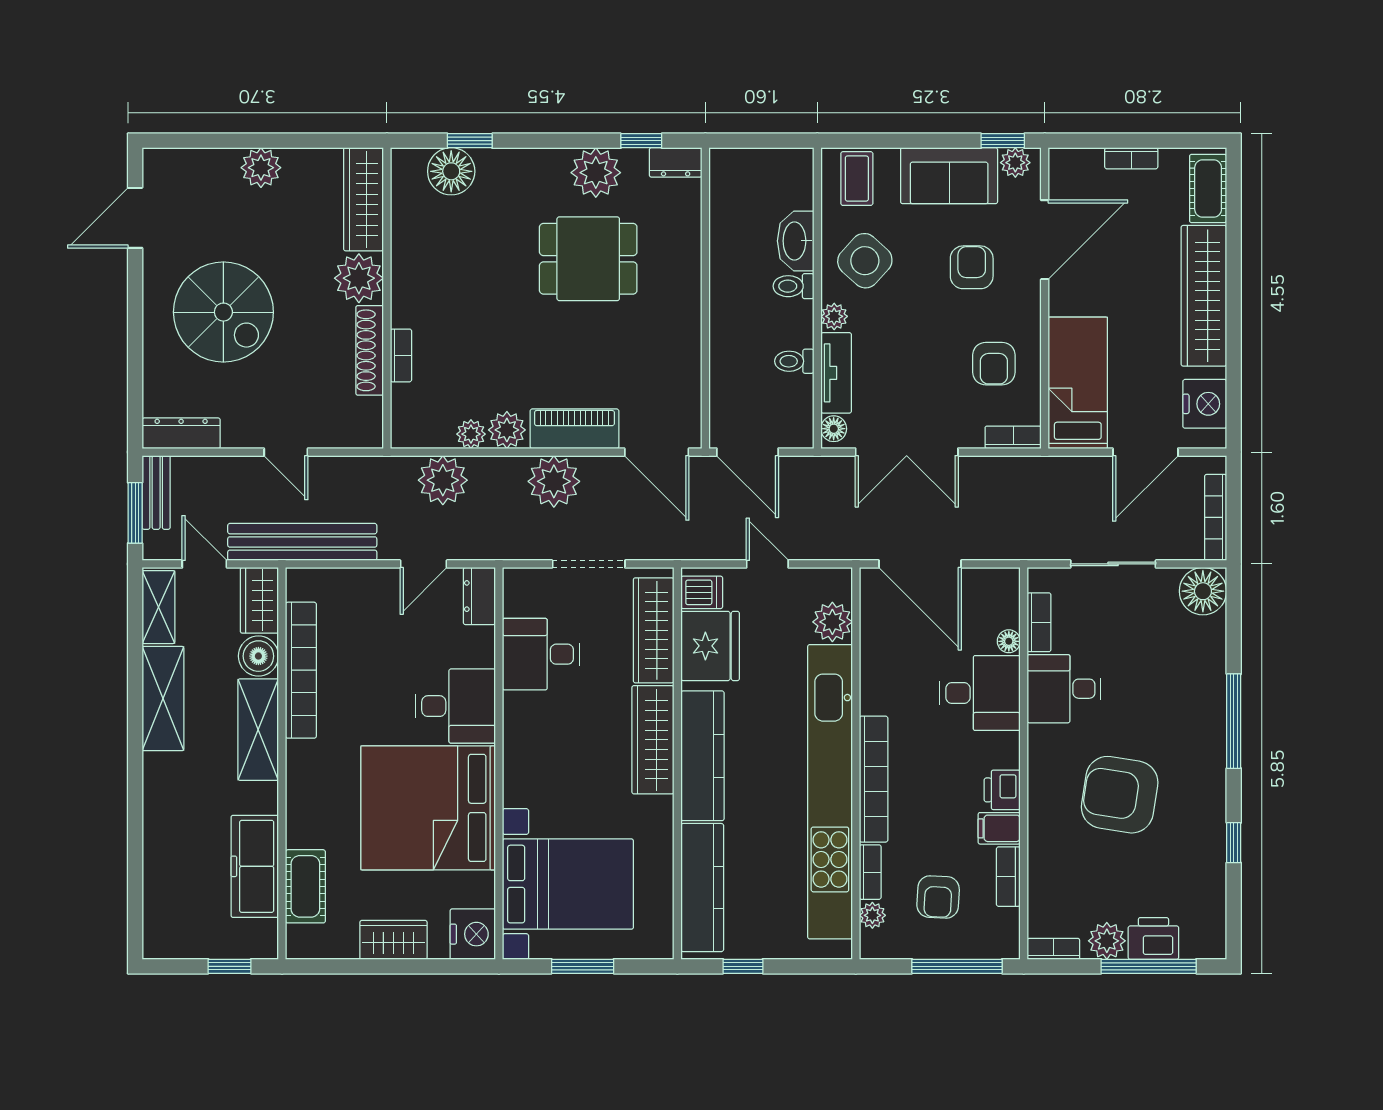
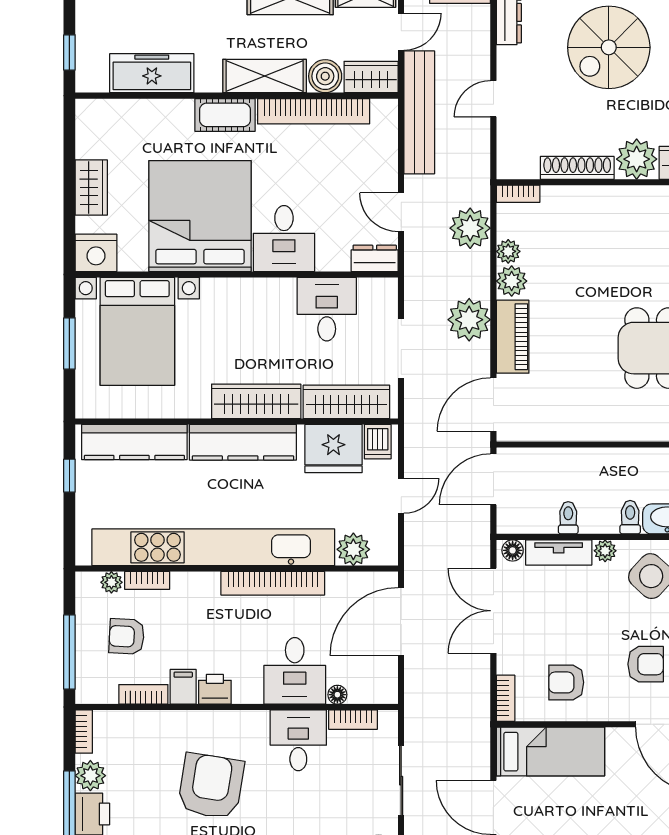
bookcase: (401, 355) -> (518, 194), moved
bookcase: (874, 779) -> (273, 583), moved
cot: (305, 886) -> (225, 115), moved

